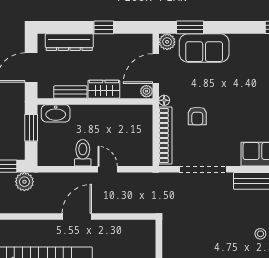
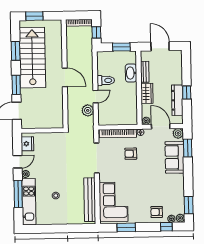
dresser: (69, 42) -> (177, 100), moved
washbasin: (56, 113) -> (131, 73), moved
plant: (24, 182) -> (88, 110), moved

